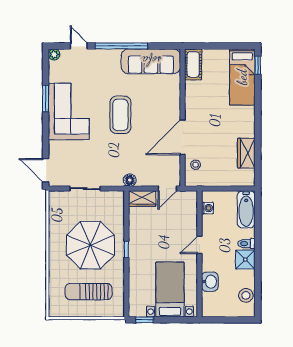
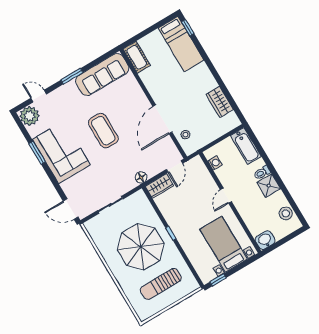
window: (121, 46) -> (72, 76), width x0.47
plant: (54, 54) -> (29, 116), width x1.87, depth x1.87
washbasin: (210, 282) -> (265, 240), moved, turned -90

